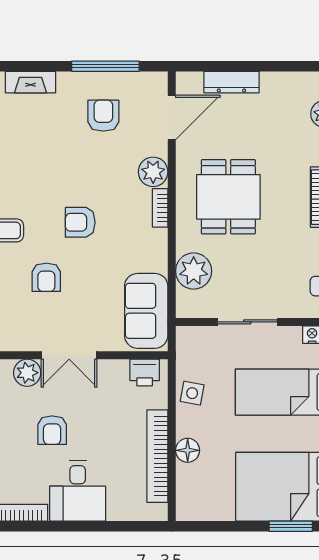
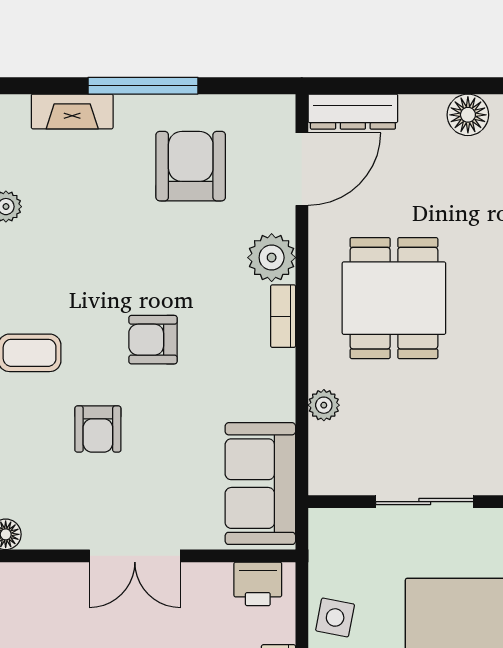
window: (105, 66) -> (143, 86), moved
dresser: (231, 82) -> (353, 112), moved
floor lamp: (274, 84) -> (468, 115), added
armchair: (103, 116) -> (191, 166), width x1.38, depth x1.38
plant: (194, 271) -> (324, 405), width x0.53, depth x0.53
plant: (27, 373) -> (67, 584), removed

